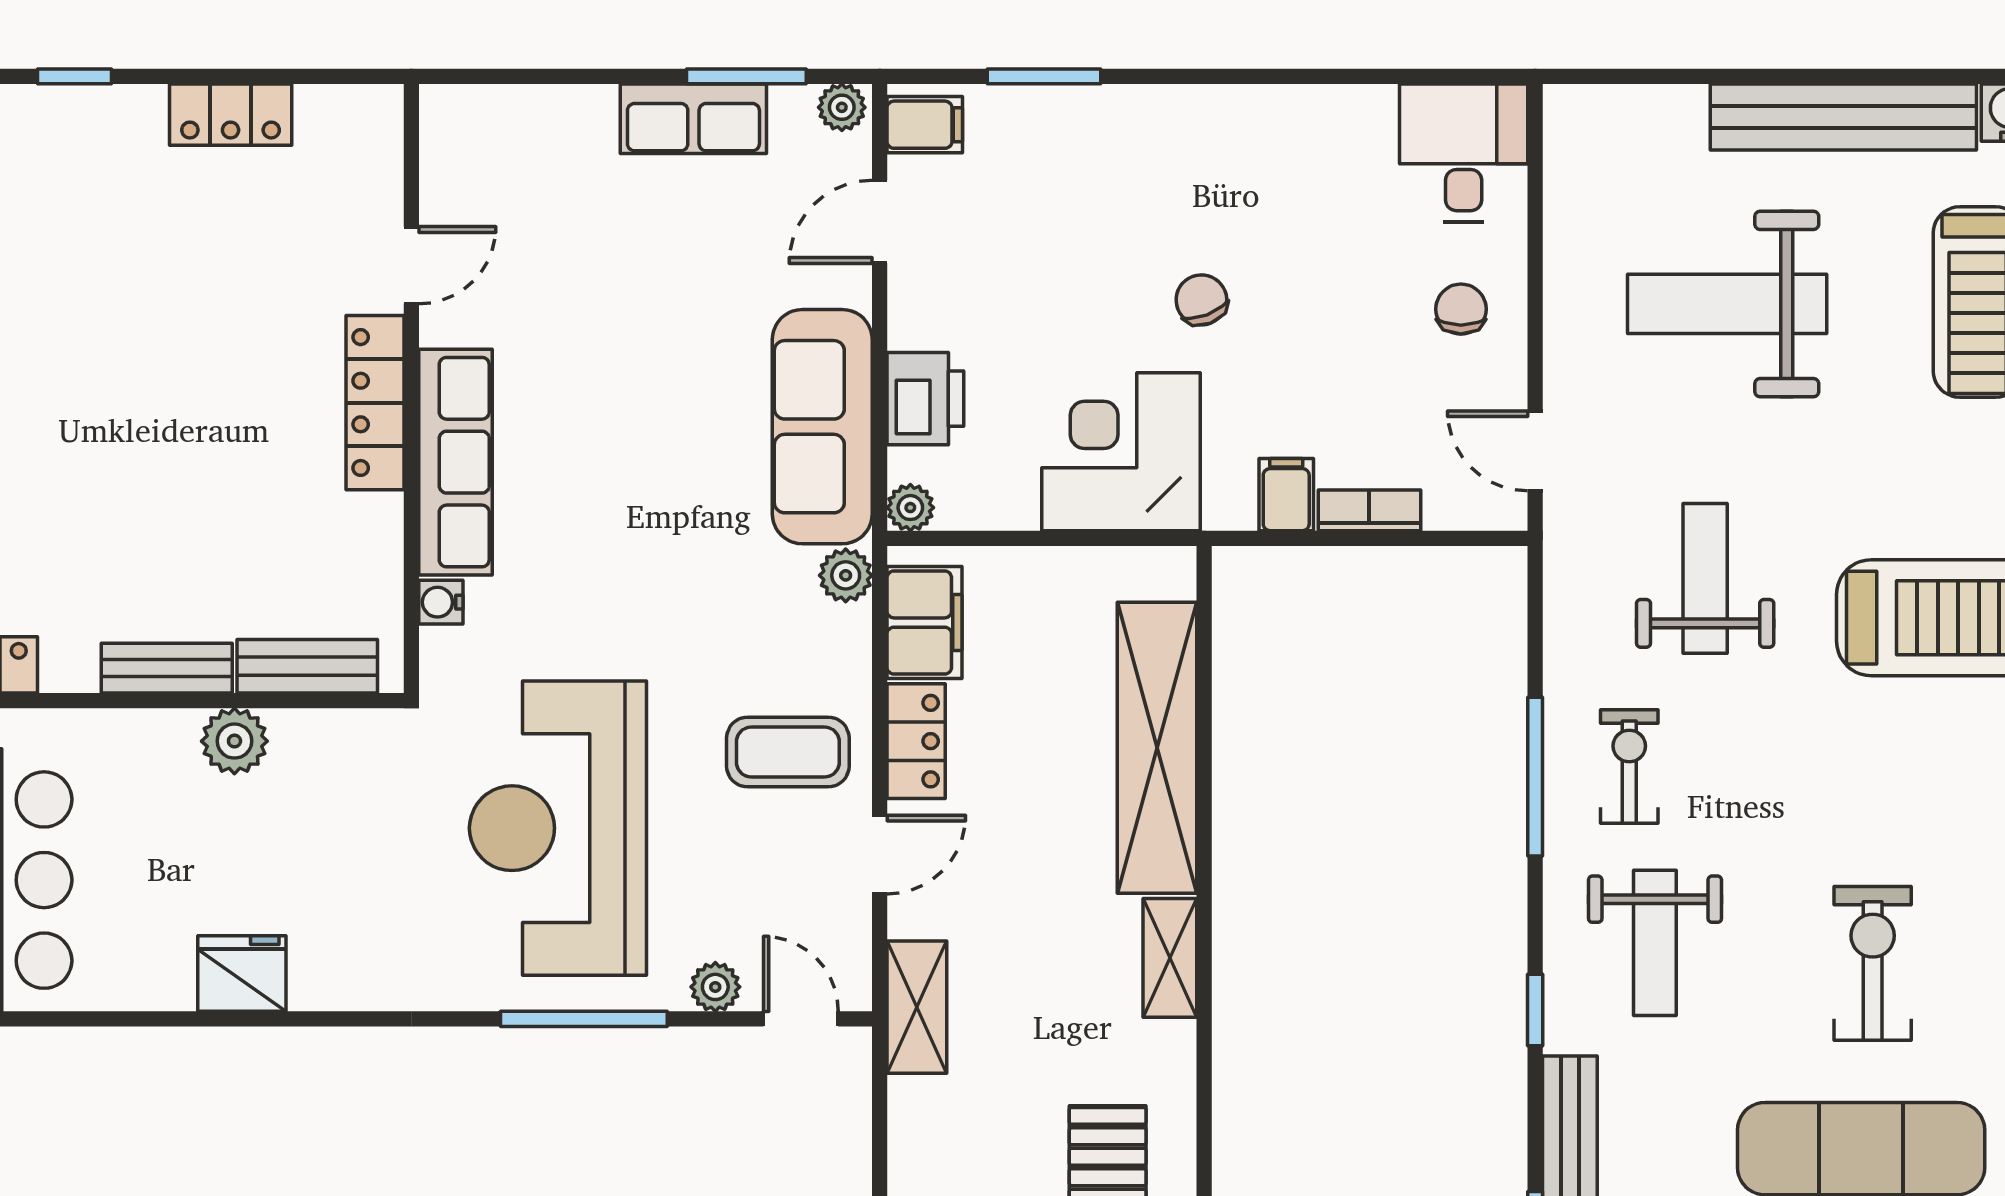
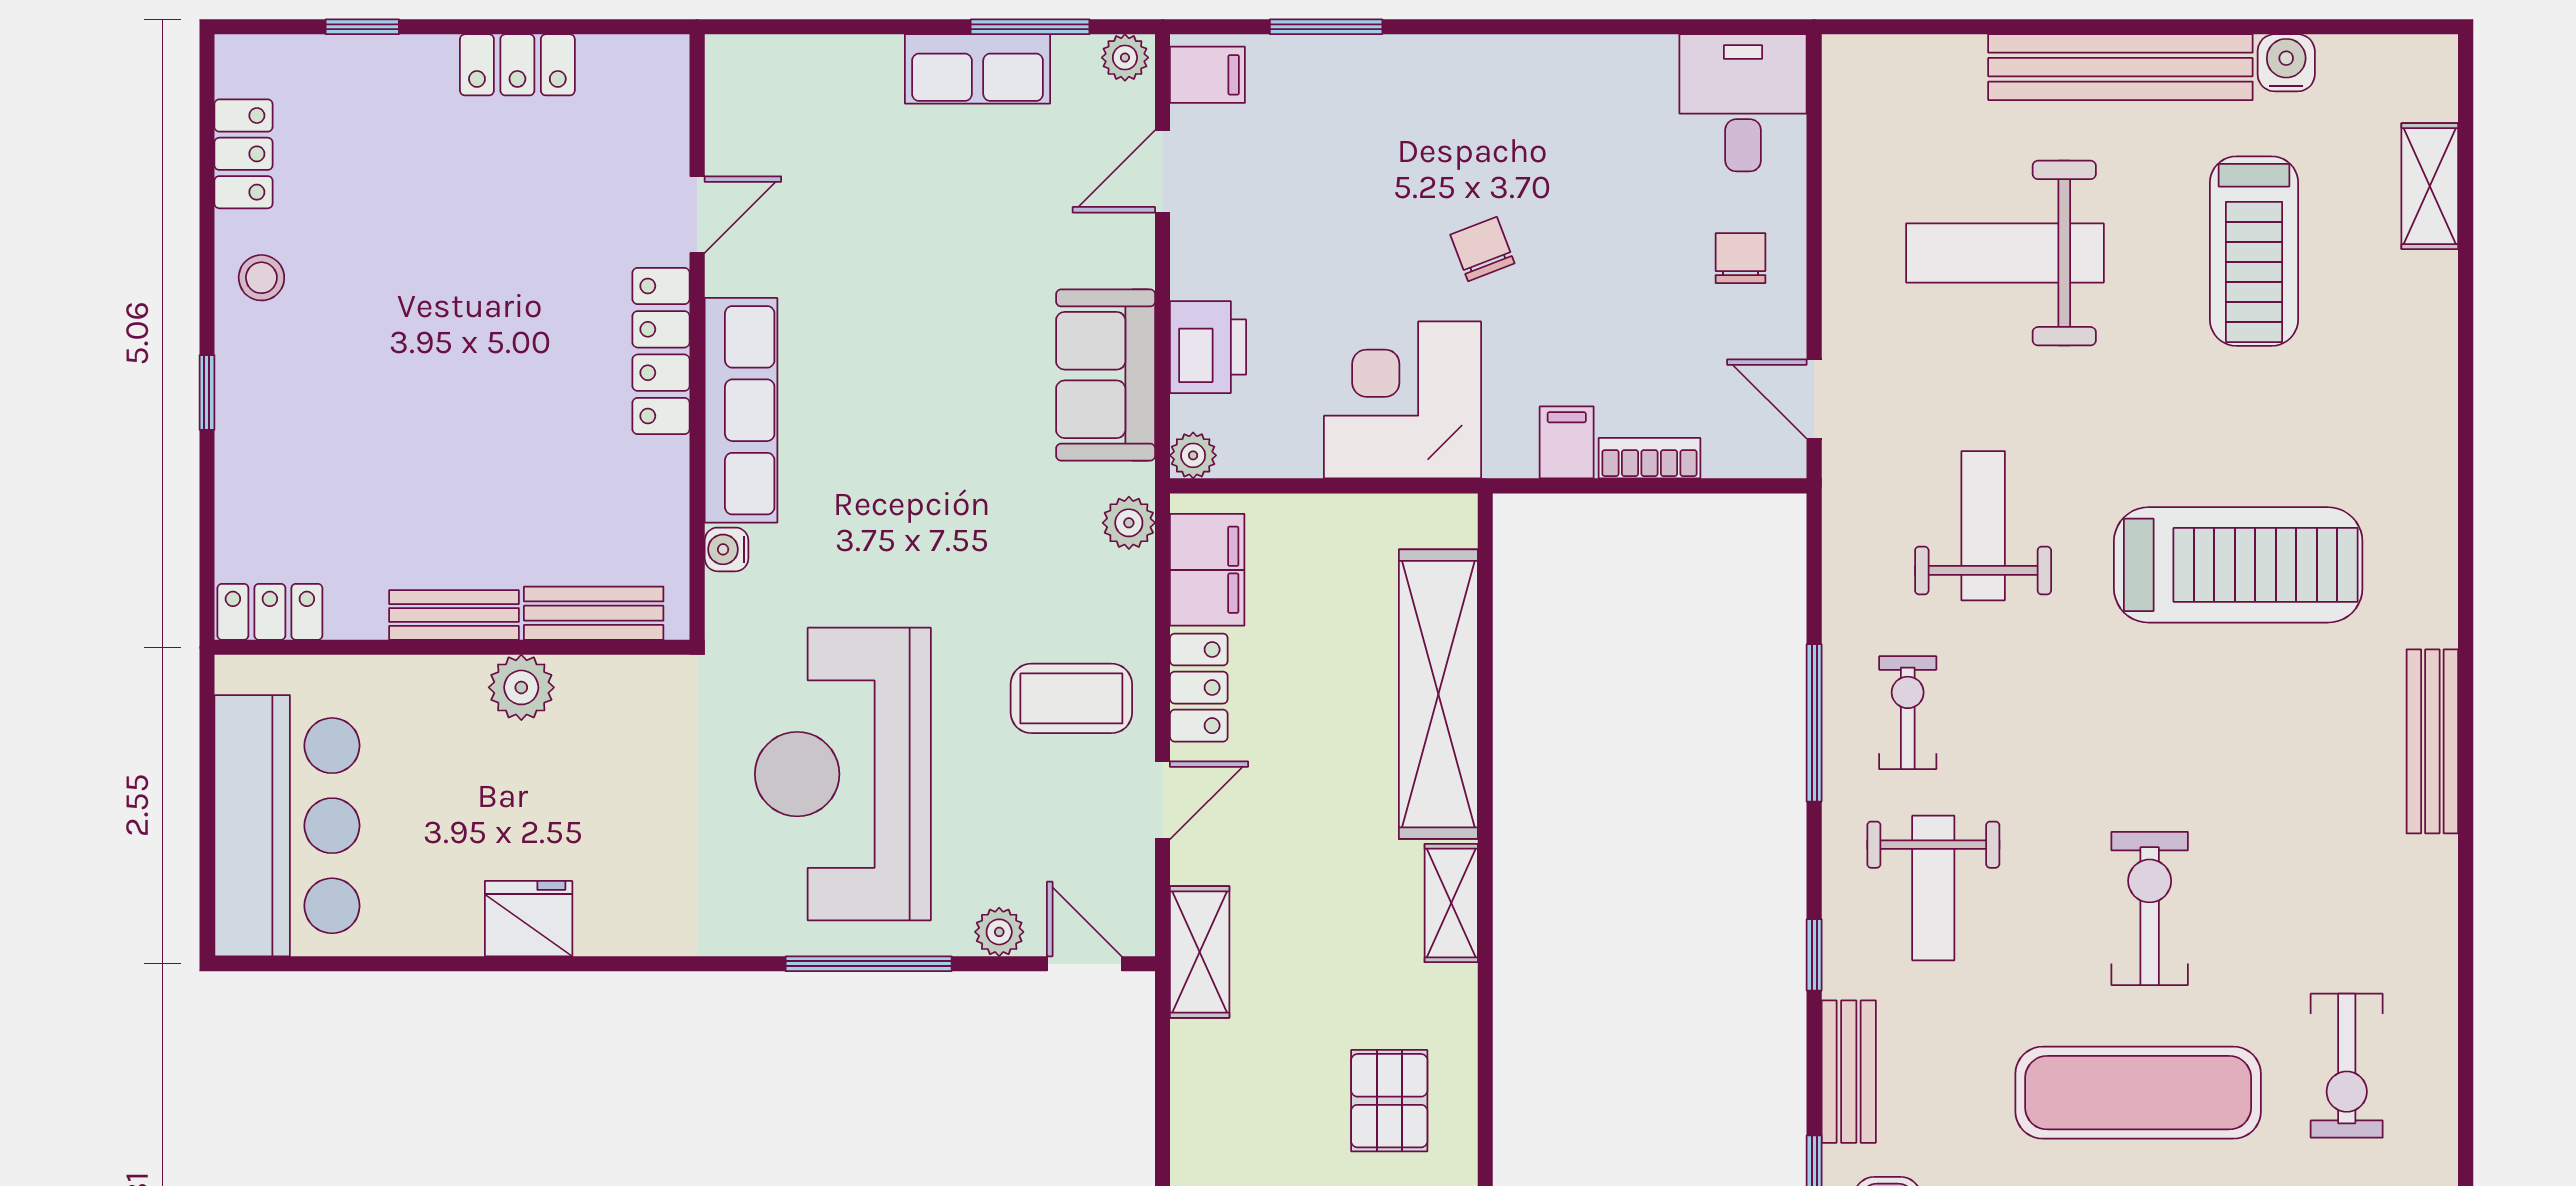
sofa: (822, 427) -> (1106, 375), width x0.73

